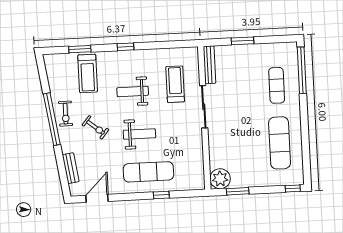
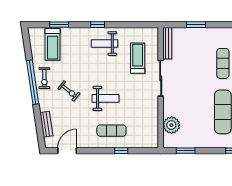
treadmill: (88, 73) -> (53, 44), moved
weight bench: (133, 92) -> (104, 44), moved
exercise mat: (148, 172) -> (111, 131), width x0.73, depth x0.69
plant: (220, 179) -> (171, 125), moved

